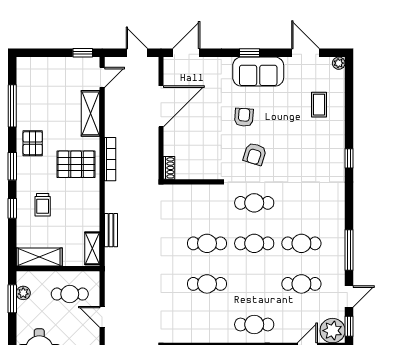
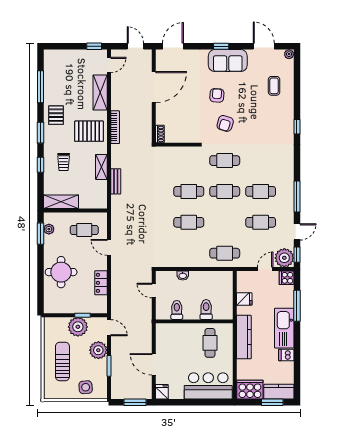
shelving: (92, 248) -> (101, 167), moved

